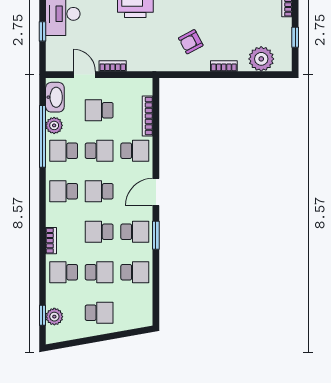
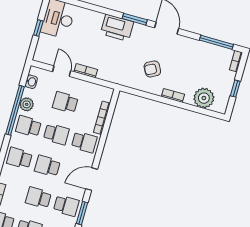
washbasin: (55, 97) -> (31, 82), width x0.52, depth x0.69

